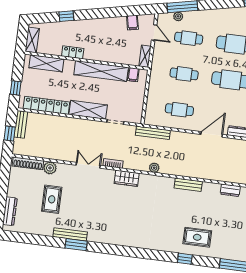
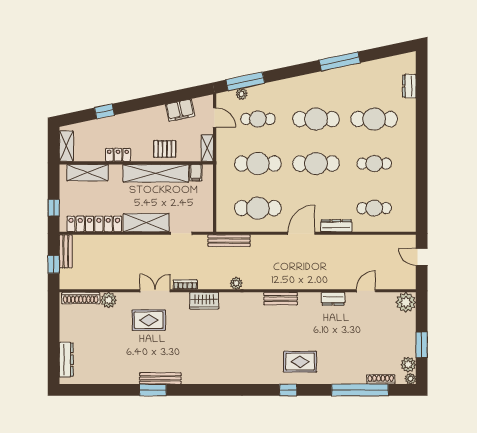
filing cabinet: (132, 23) -> (180, 110), width x2.00
pallet: (111, 52) -> (165, 149), added
cafe table: (184, 74) -> (258, 164), width x1.37, depth x1.35
cafe table: (179, 110) -> (258, 208), width x1.37, depth x1.35
rug: (52, 199) -> (149, 320), moved, turned 90
bench: (70, 234) -> (160, 378), moved

